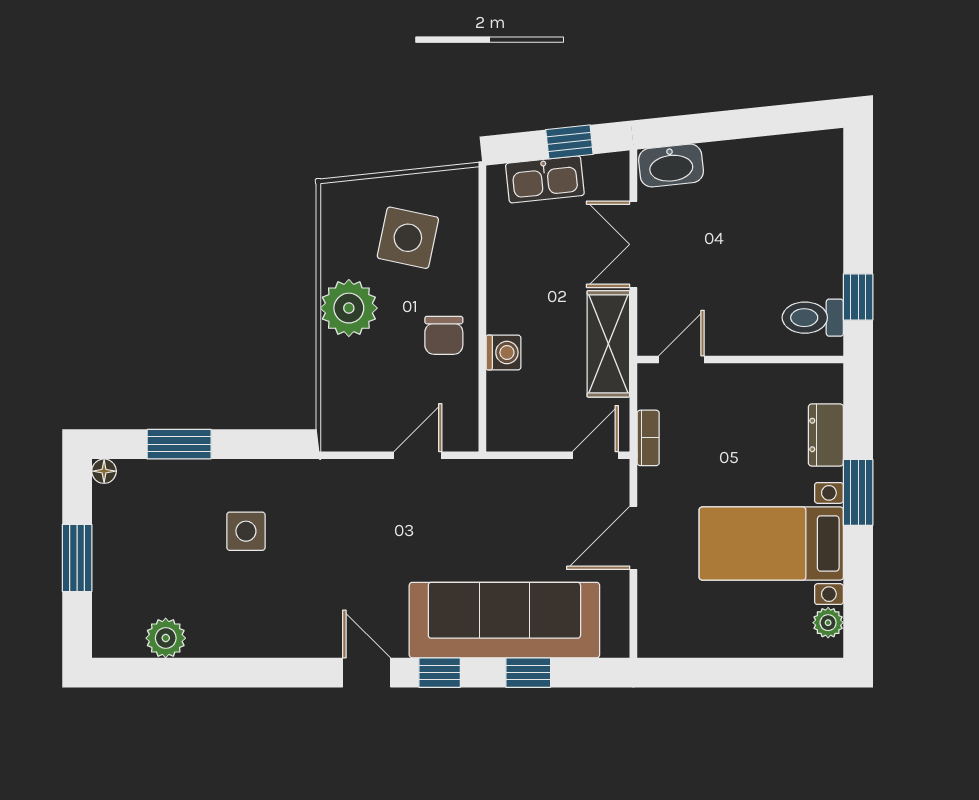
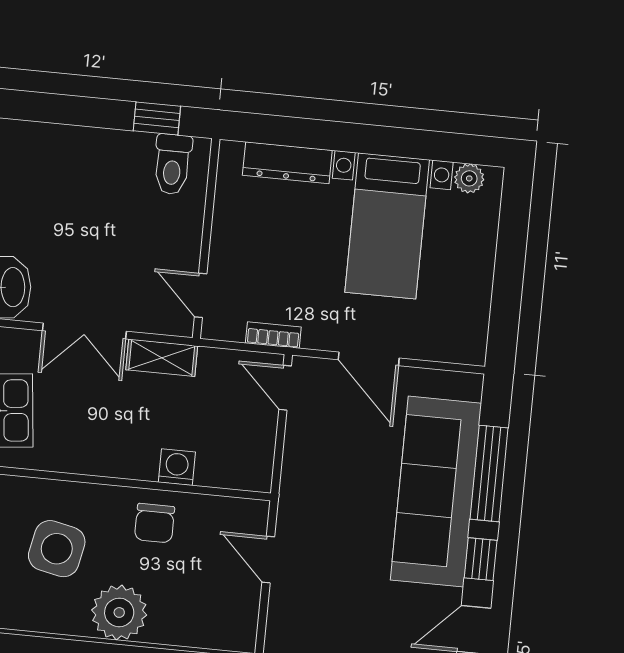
chair: (444, 335) -> (155, 523), turned 90
shelving: (608, 344) -> (162, 358), width x0.67, depth x0.75
dresser: (826, 435) -> (287, 163), width x1.44
window: (858, 492) -> (346, 137), removed
window: (528, 673) -> (489, 473), width x2.17

